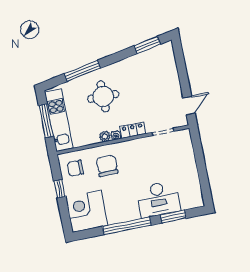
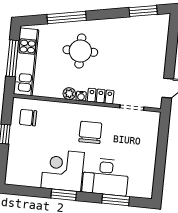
chair: (107, 166) -> (90, 132), moved
corner desk: (87, 211) -> (63, 170), moved
window: (127, 226) -> (64, 195), width x0.47

